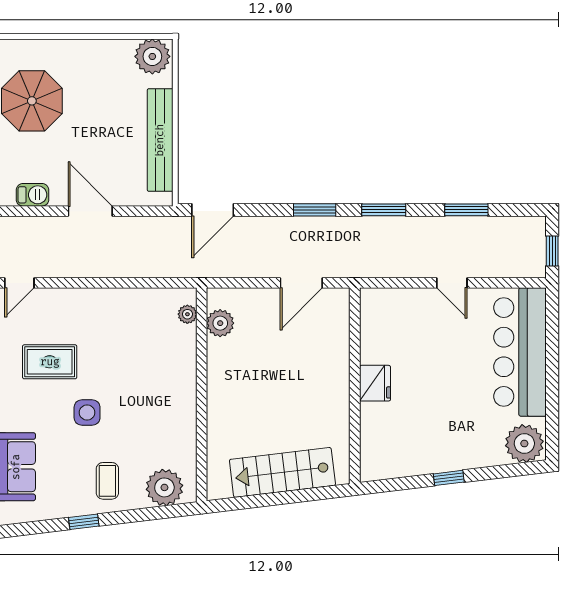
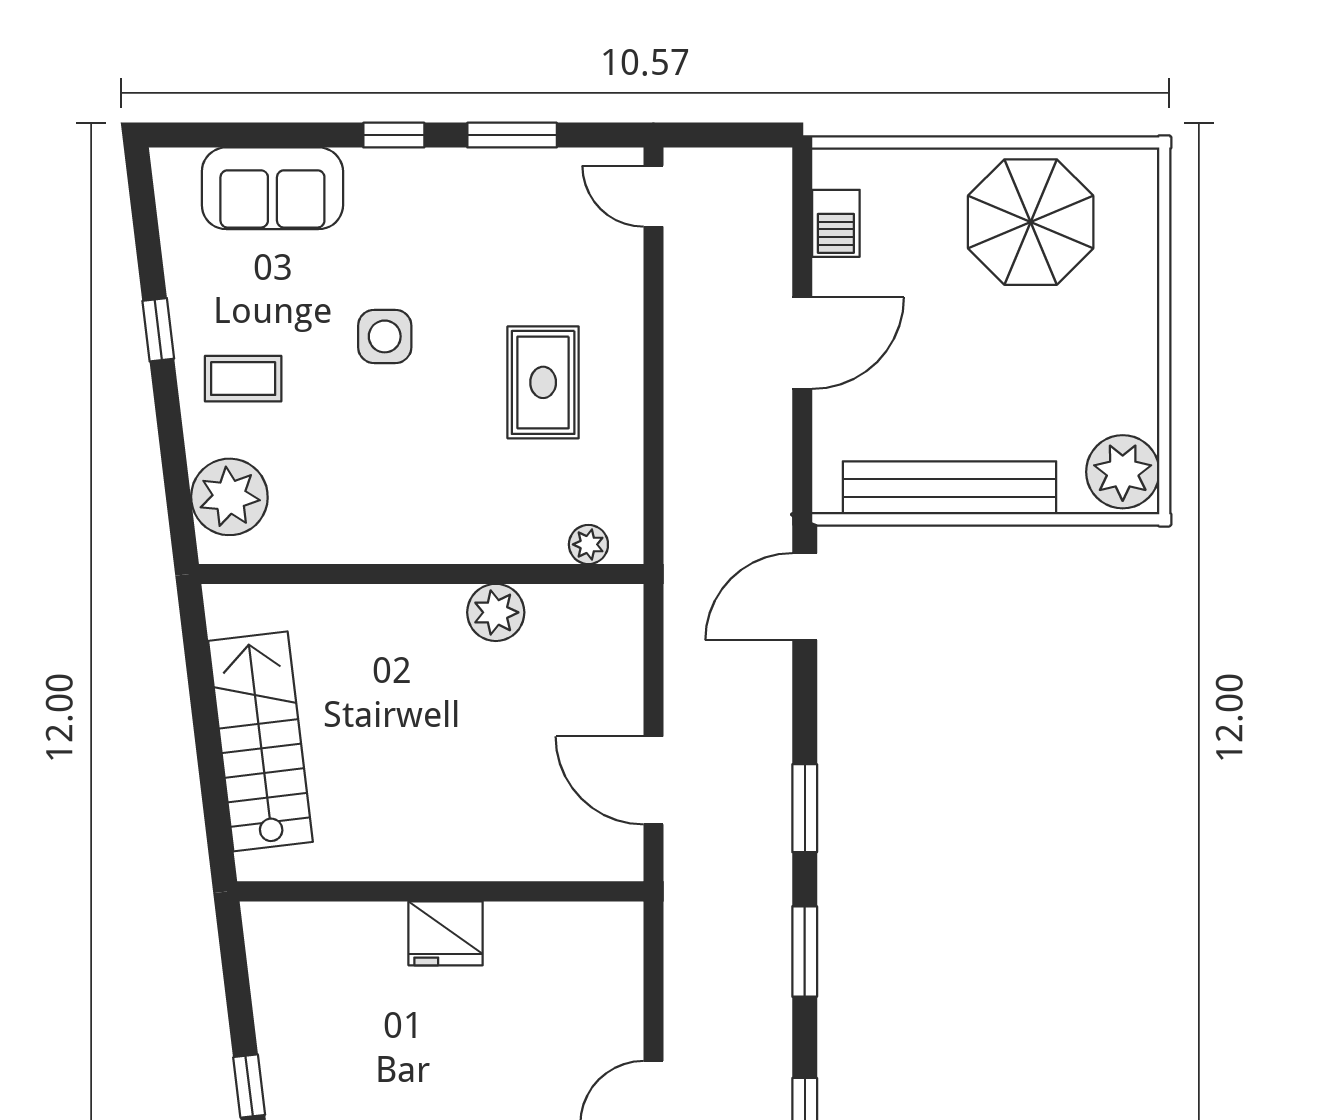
door: (213, 210) -> (805, 597), hinge flipped
plant: (220, 323) -> (496, 612), moved
rug: (50, 362) -> (543, 382), moved

